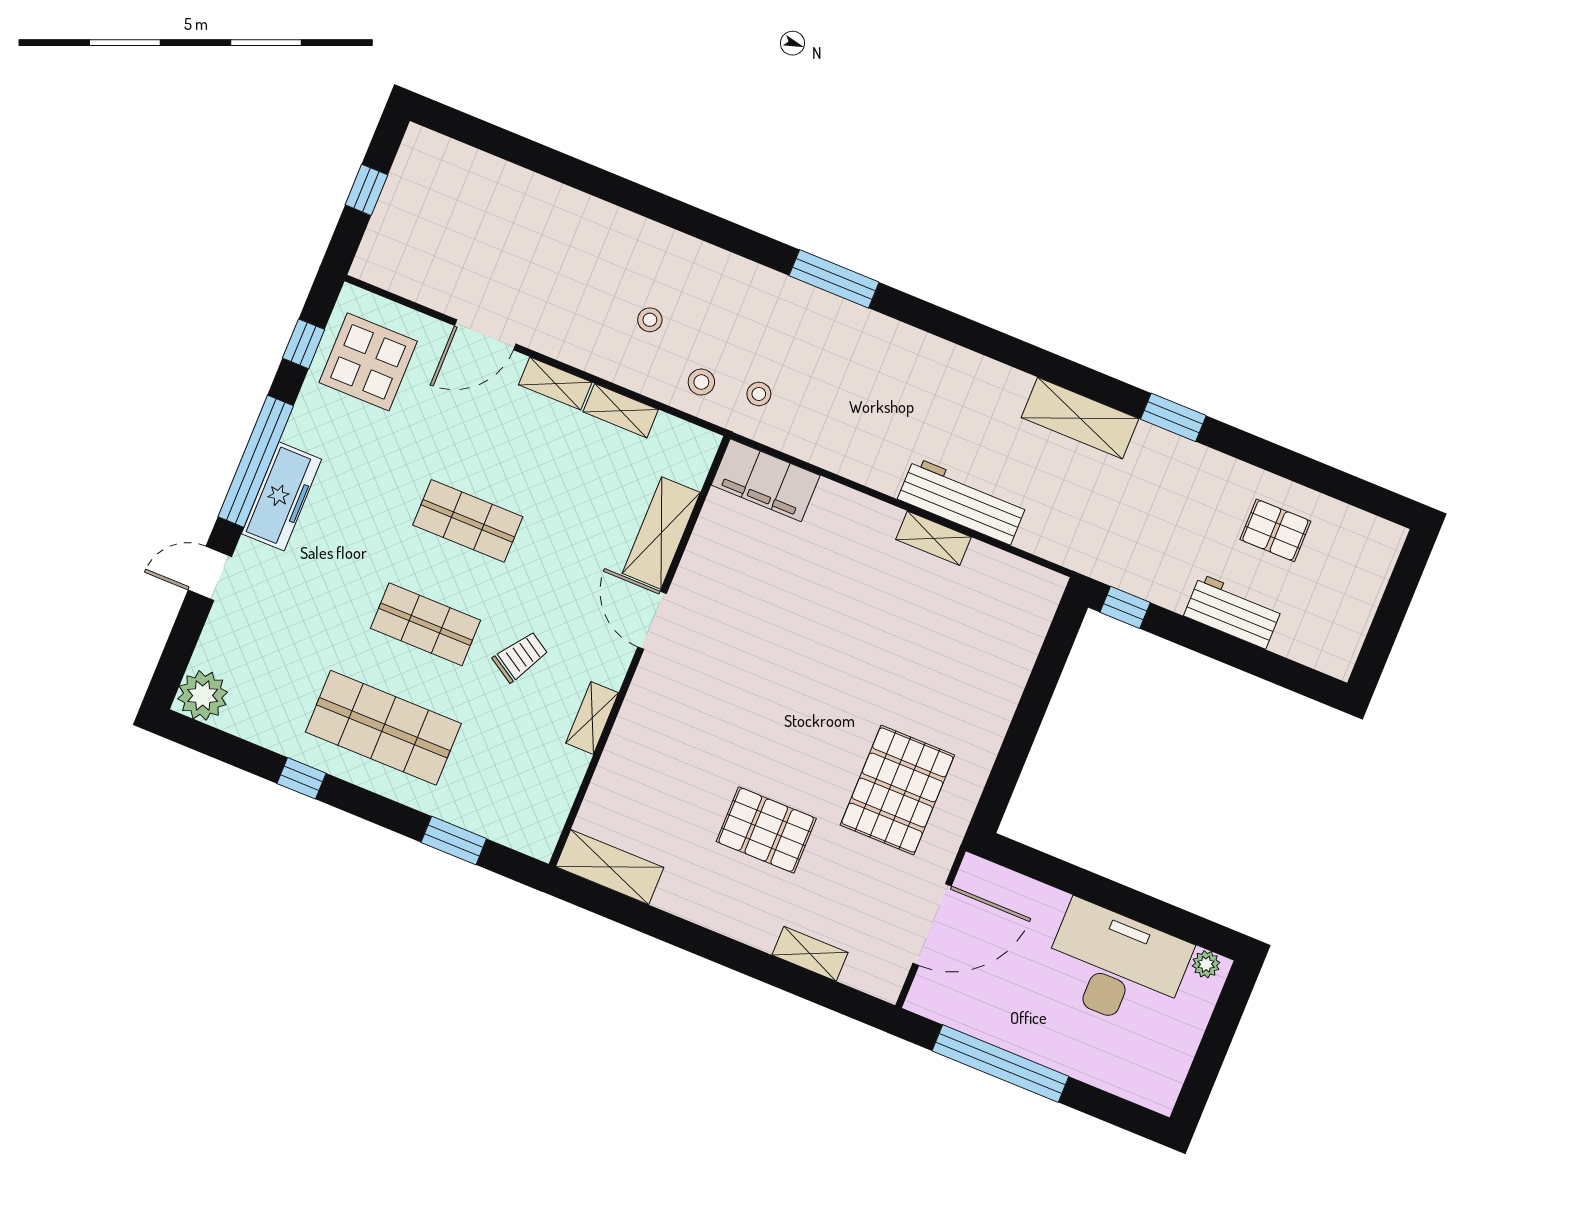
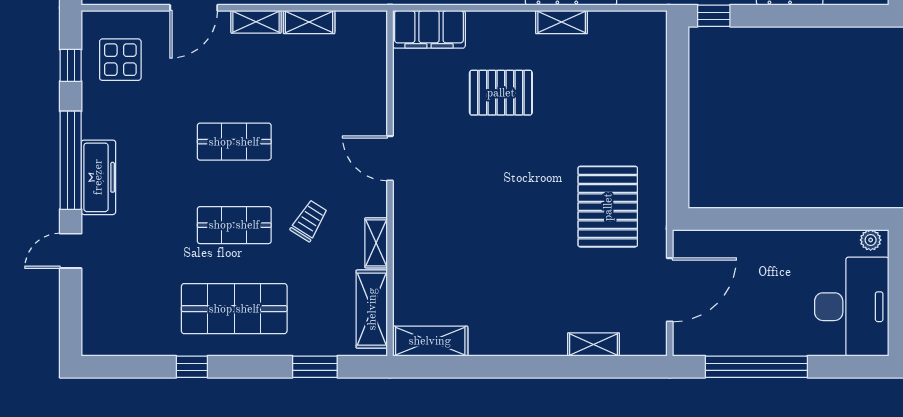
display table: (368, 362) -> (120, 60), width x0.73, depth x0.73
shelving: (661, 533) -> (372, 309), moved
plant: (203, 695) -> (100, 337), removed
pallet: (766, 830) -> (501, 93), moved
desk: (1116, 966) -> (852, 307), moved, turned 90

